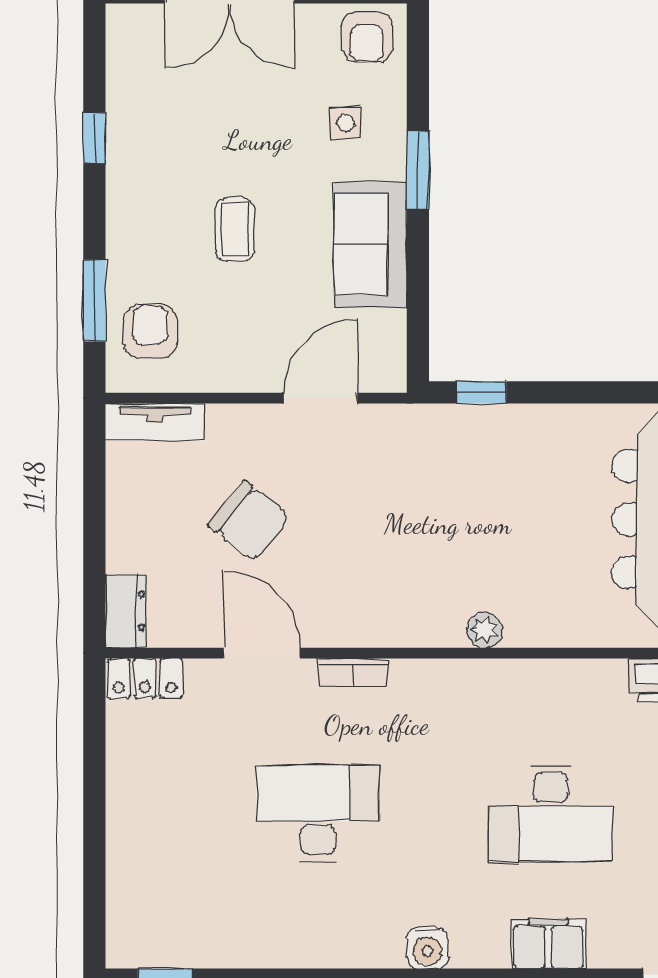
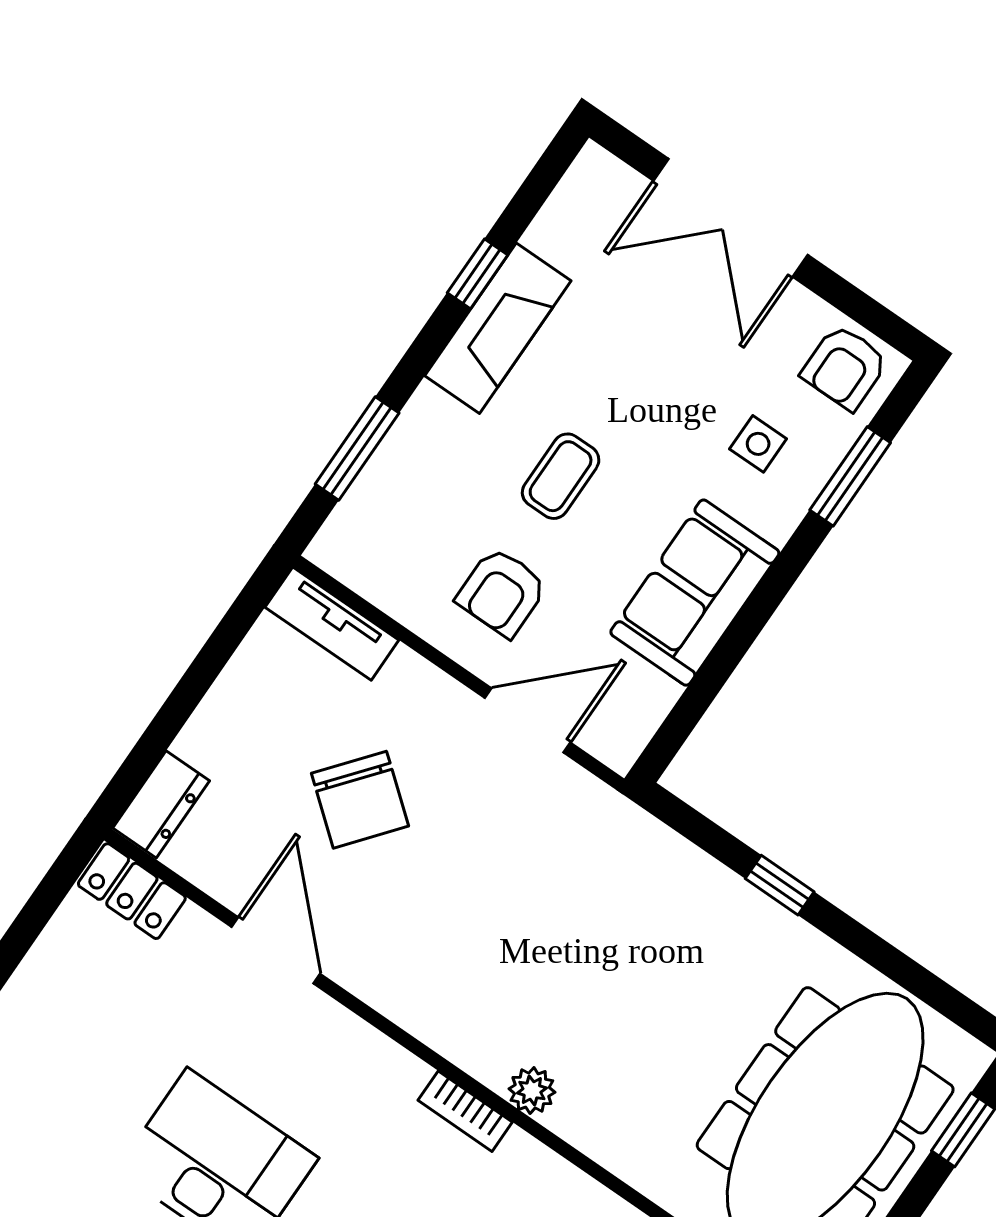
fireplace: (131, 163) -> (498, 328), added
window: (418, 170) -> (850, 476), moved
armchair: (150, 332) -> (502, 592), moved, turned 180
window: (481, 392) -> (780, 885), moved
bookcase: (353, 672) -> (465, 1111), moved

